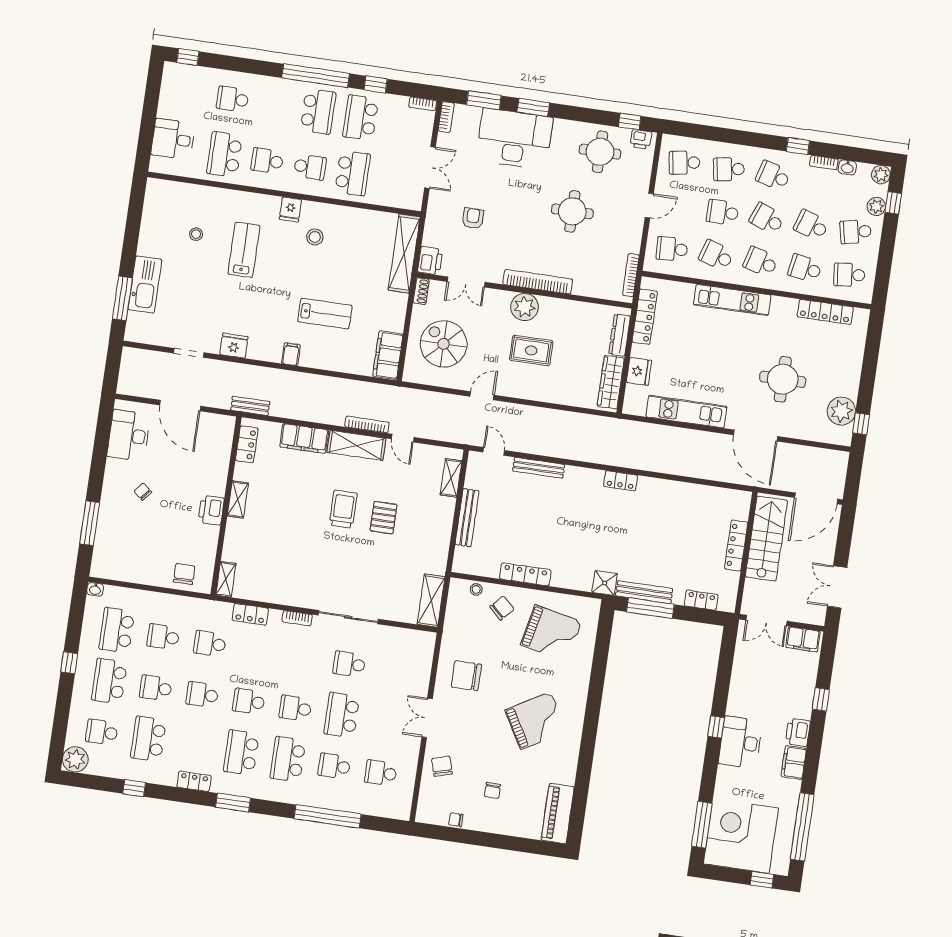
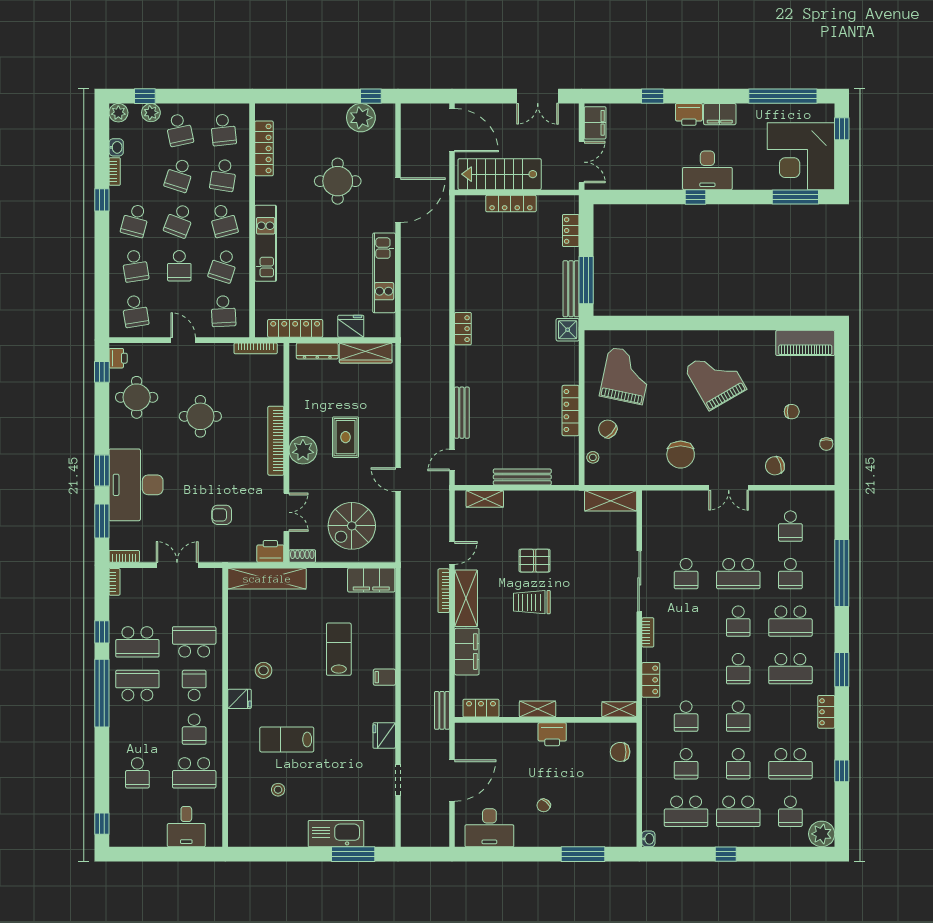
school desk: (761, 262) -> (223, 220), turned -30

